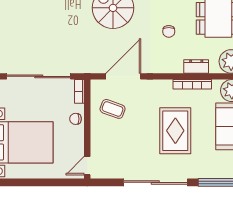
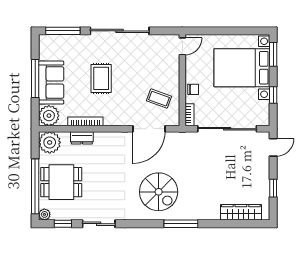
chair: (169, 31) -> (107, 170), removed
rug: (175, 131) -> (101, 78), width x0.73, depth x0.70

